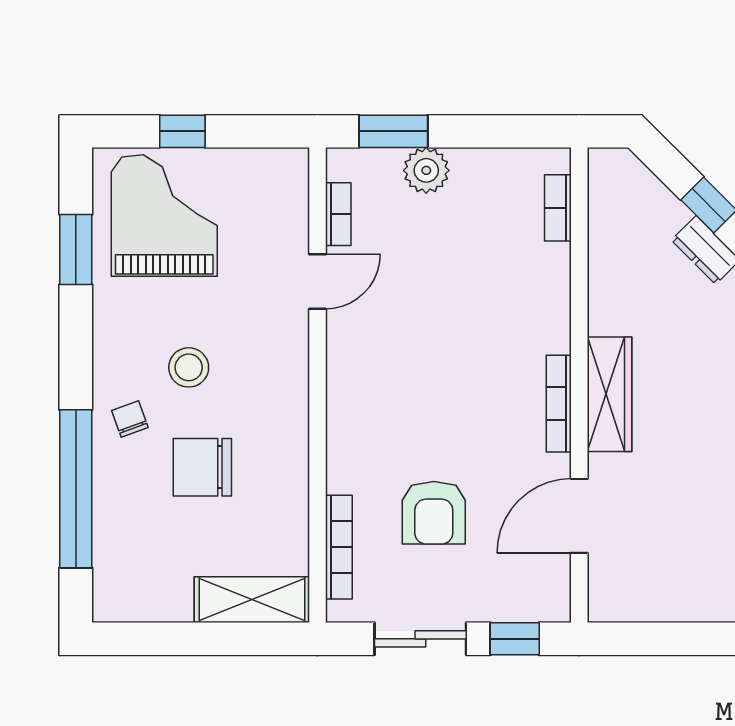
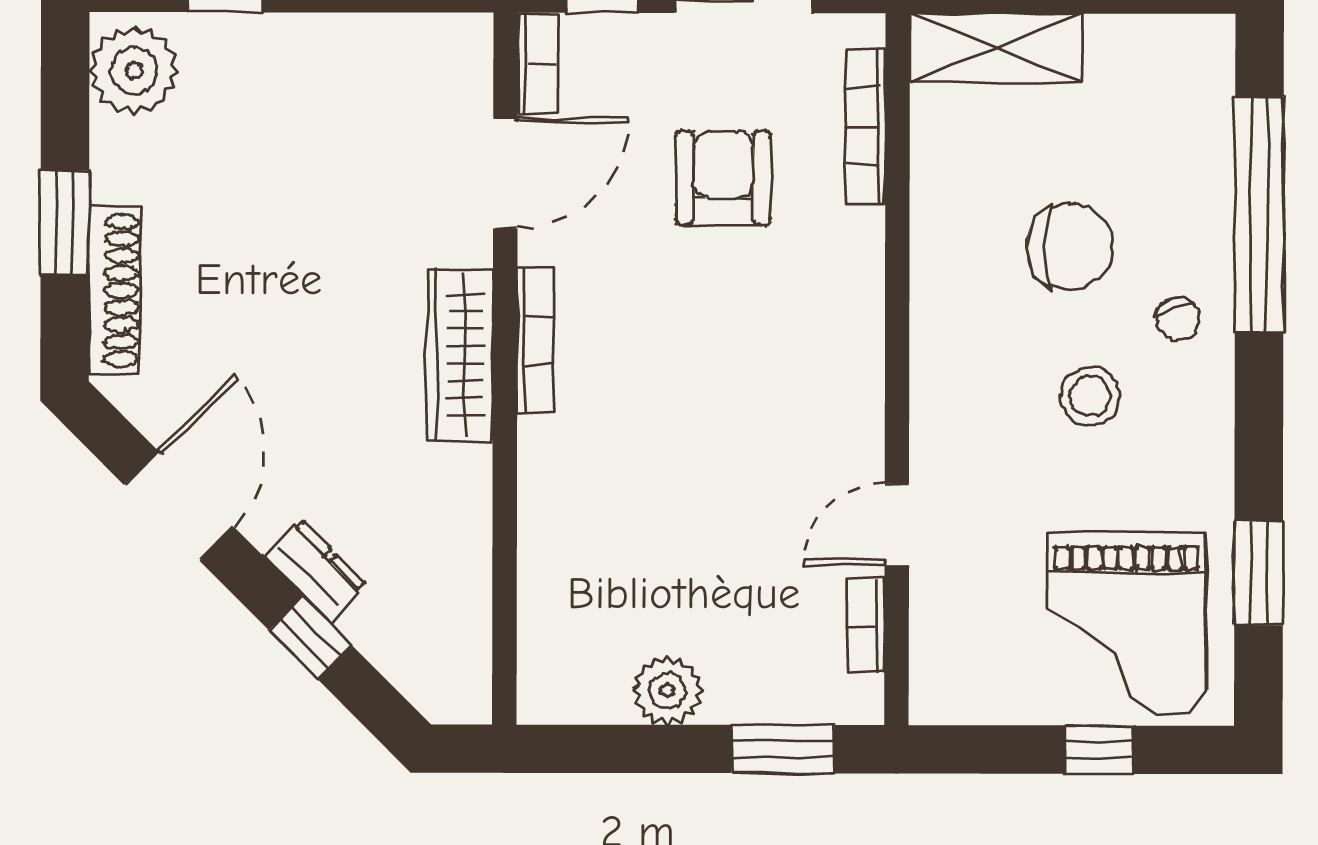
plant: (426, 170) -> (668, 691), moved
bookcase: (558, 208) -> (537, 64), moved

